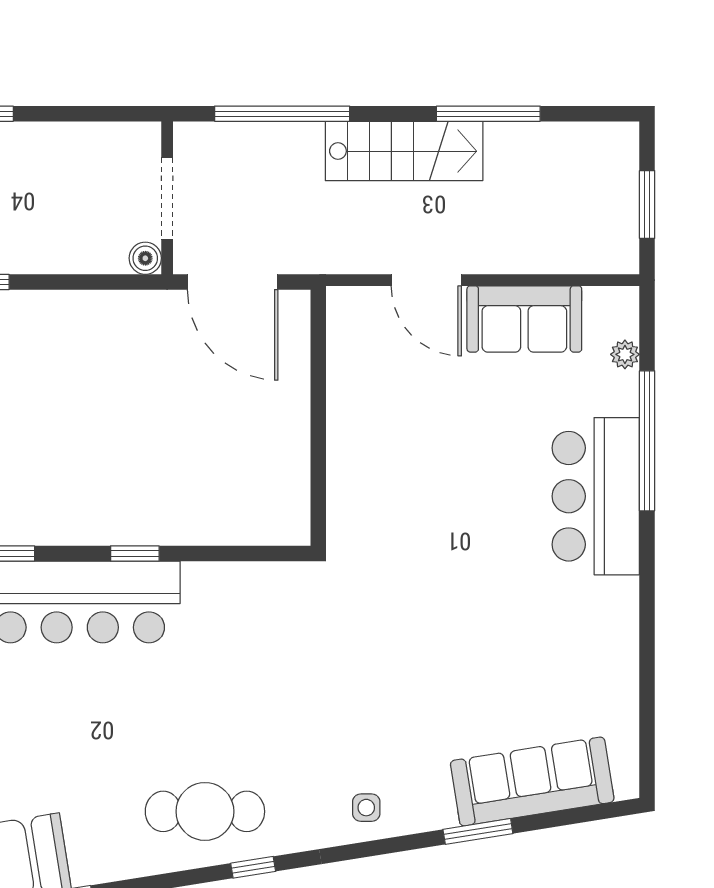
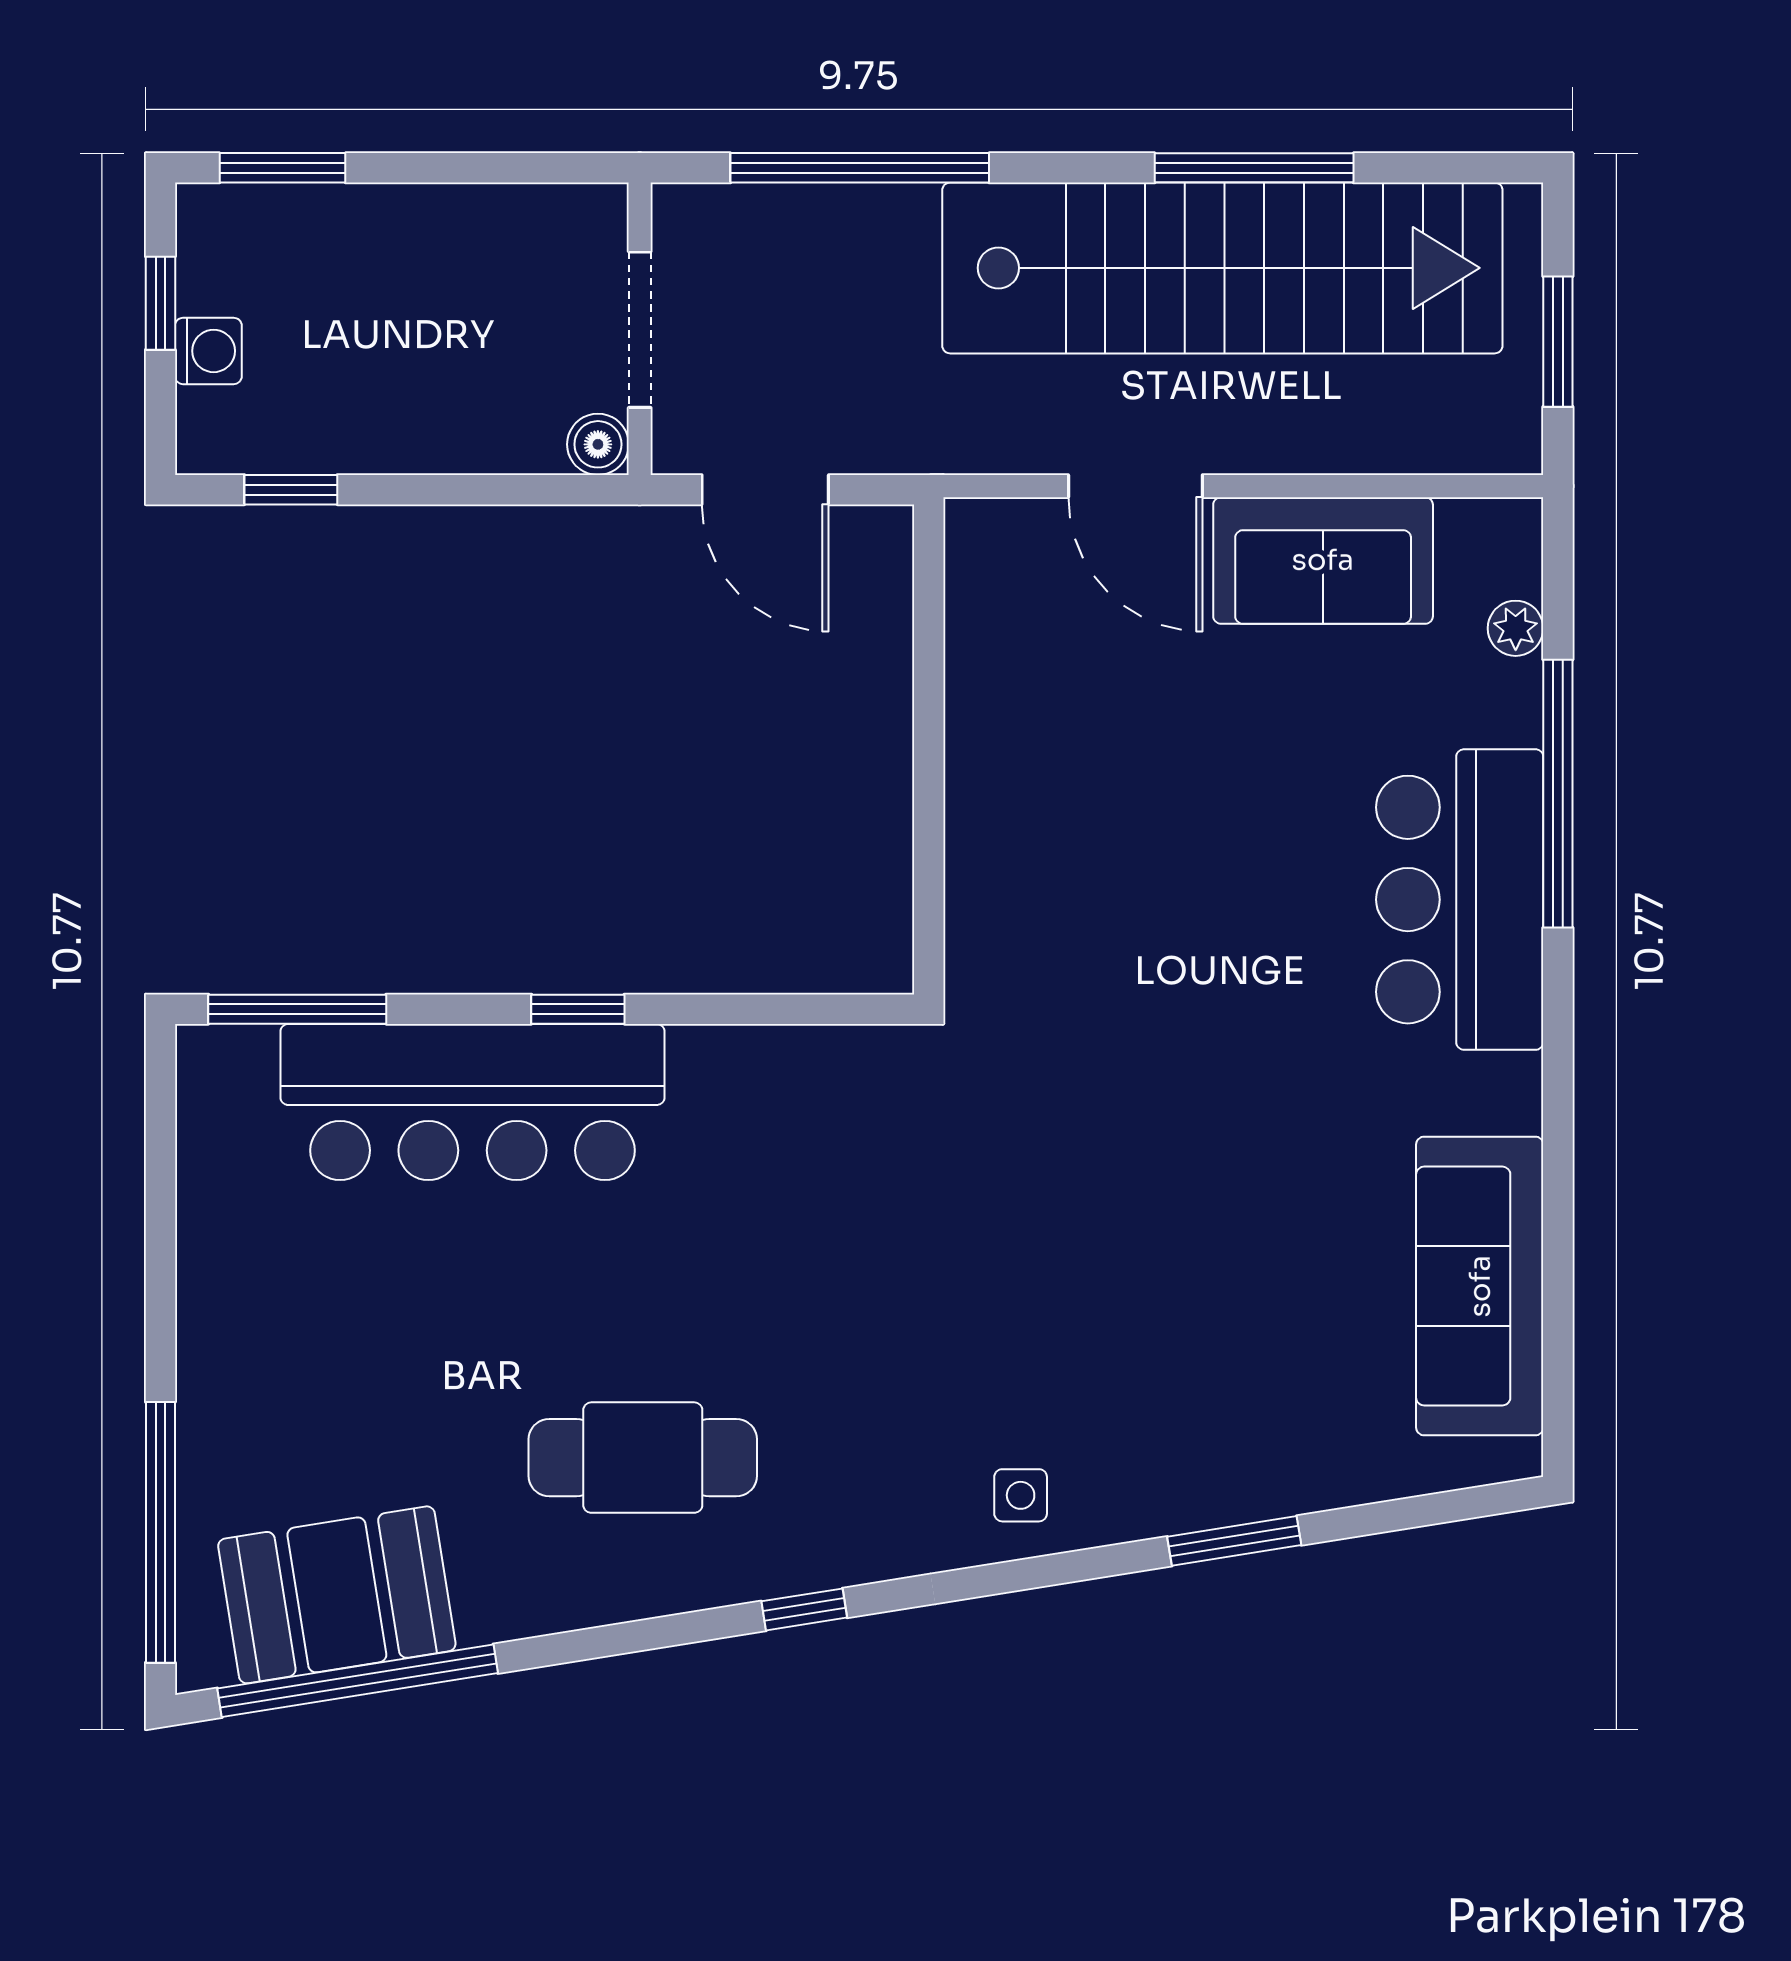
stairs: (404, 151) -> (1222, 268), width x1.86, depth x1.51
door: (233, 282) -> (765, 490), width x0.73
sofa: (532, 781) -> (1480, 1286), moved, turned -81
cafe table: (205, 811) -> (643, 1458), moved

